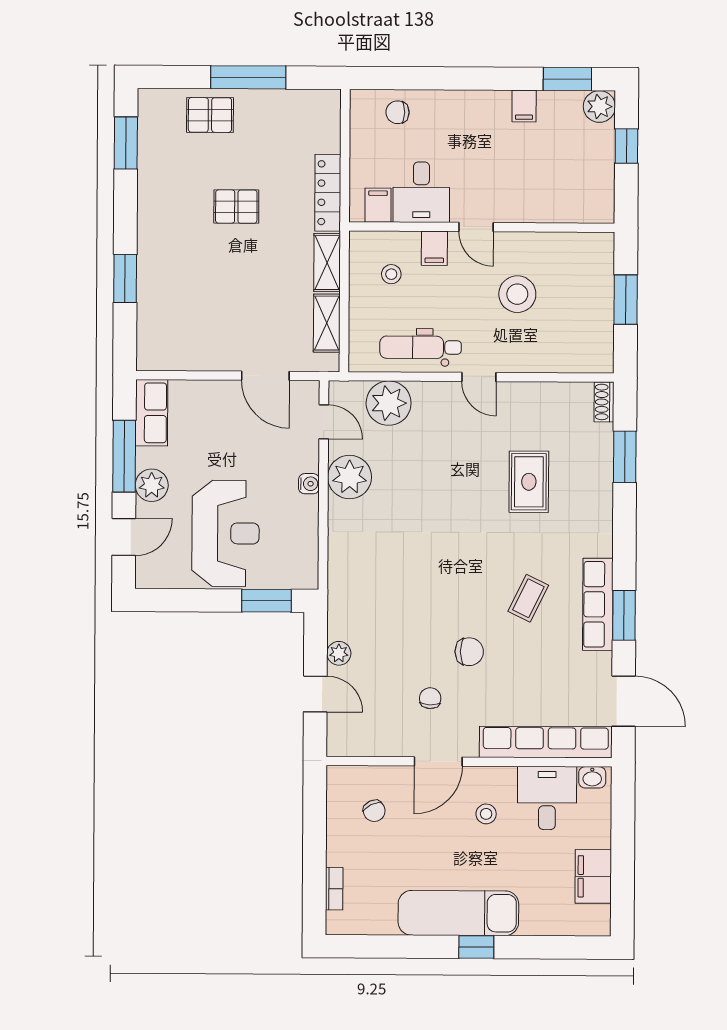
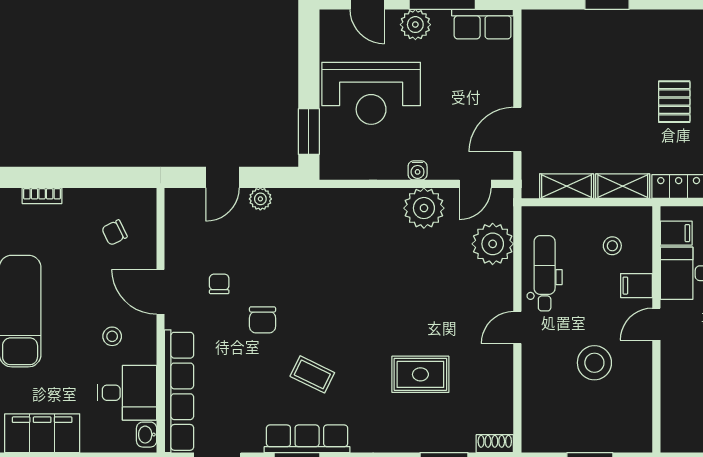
chair: (430, 698) -> (219, 284), turned -92
filing cabinet: (593, 876) -> (42, 433), width x1.50, depth x1.17

